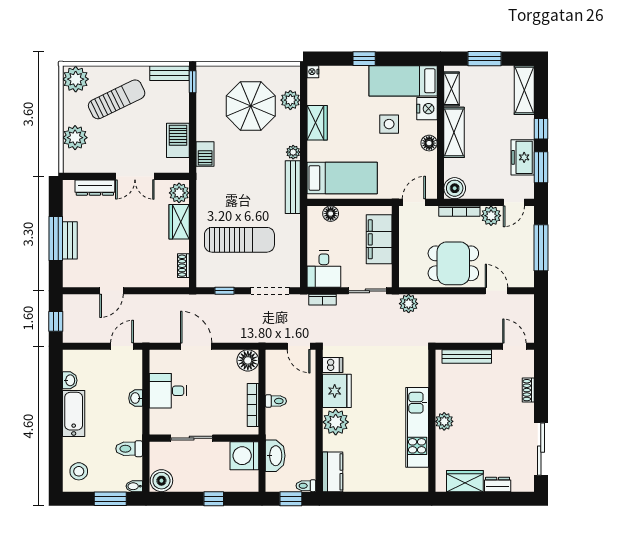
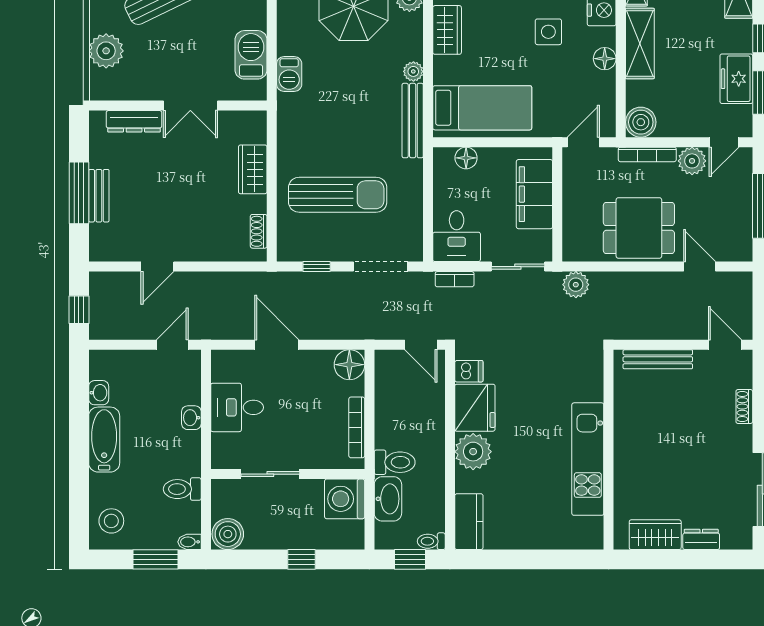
plant: (179, 193) -> (253, 129), removed
toilet: (276, 401) -> (395, 462), moved, width x1.37, depth x1.39
plant: (444, 421) -> (626, 451), removed

